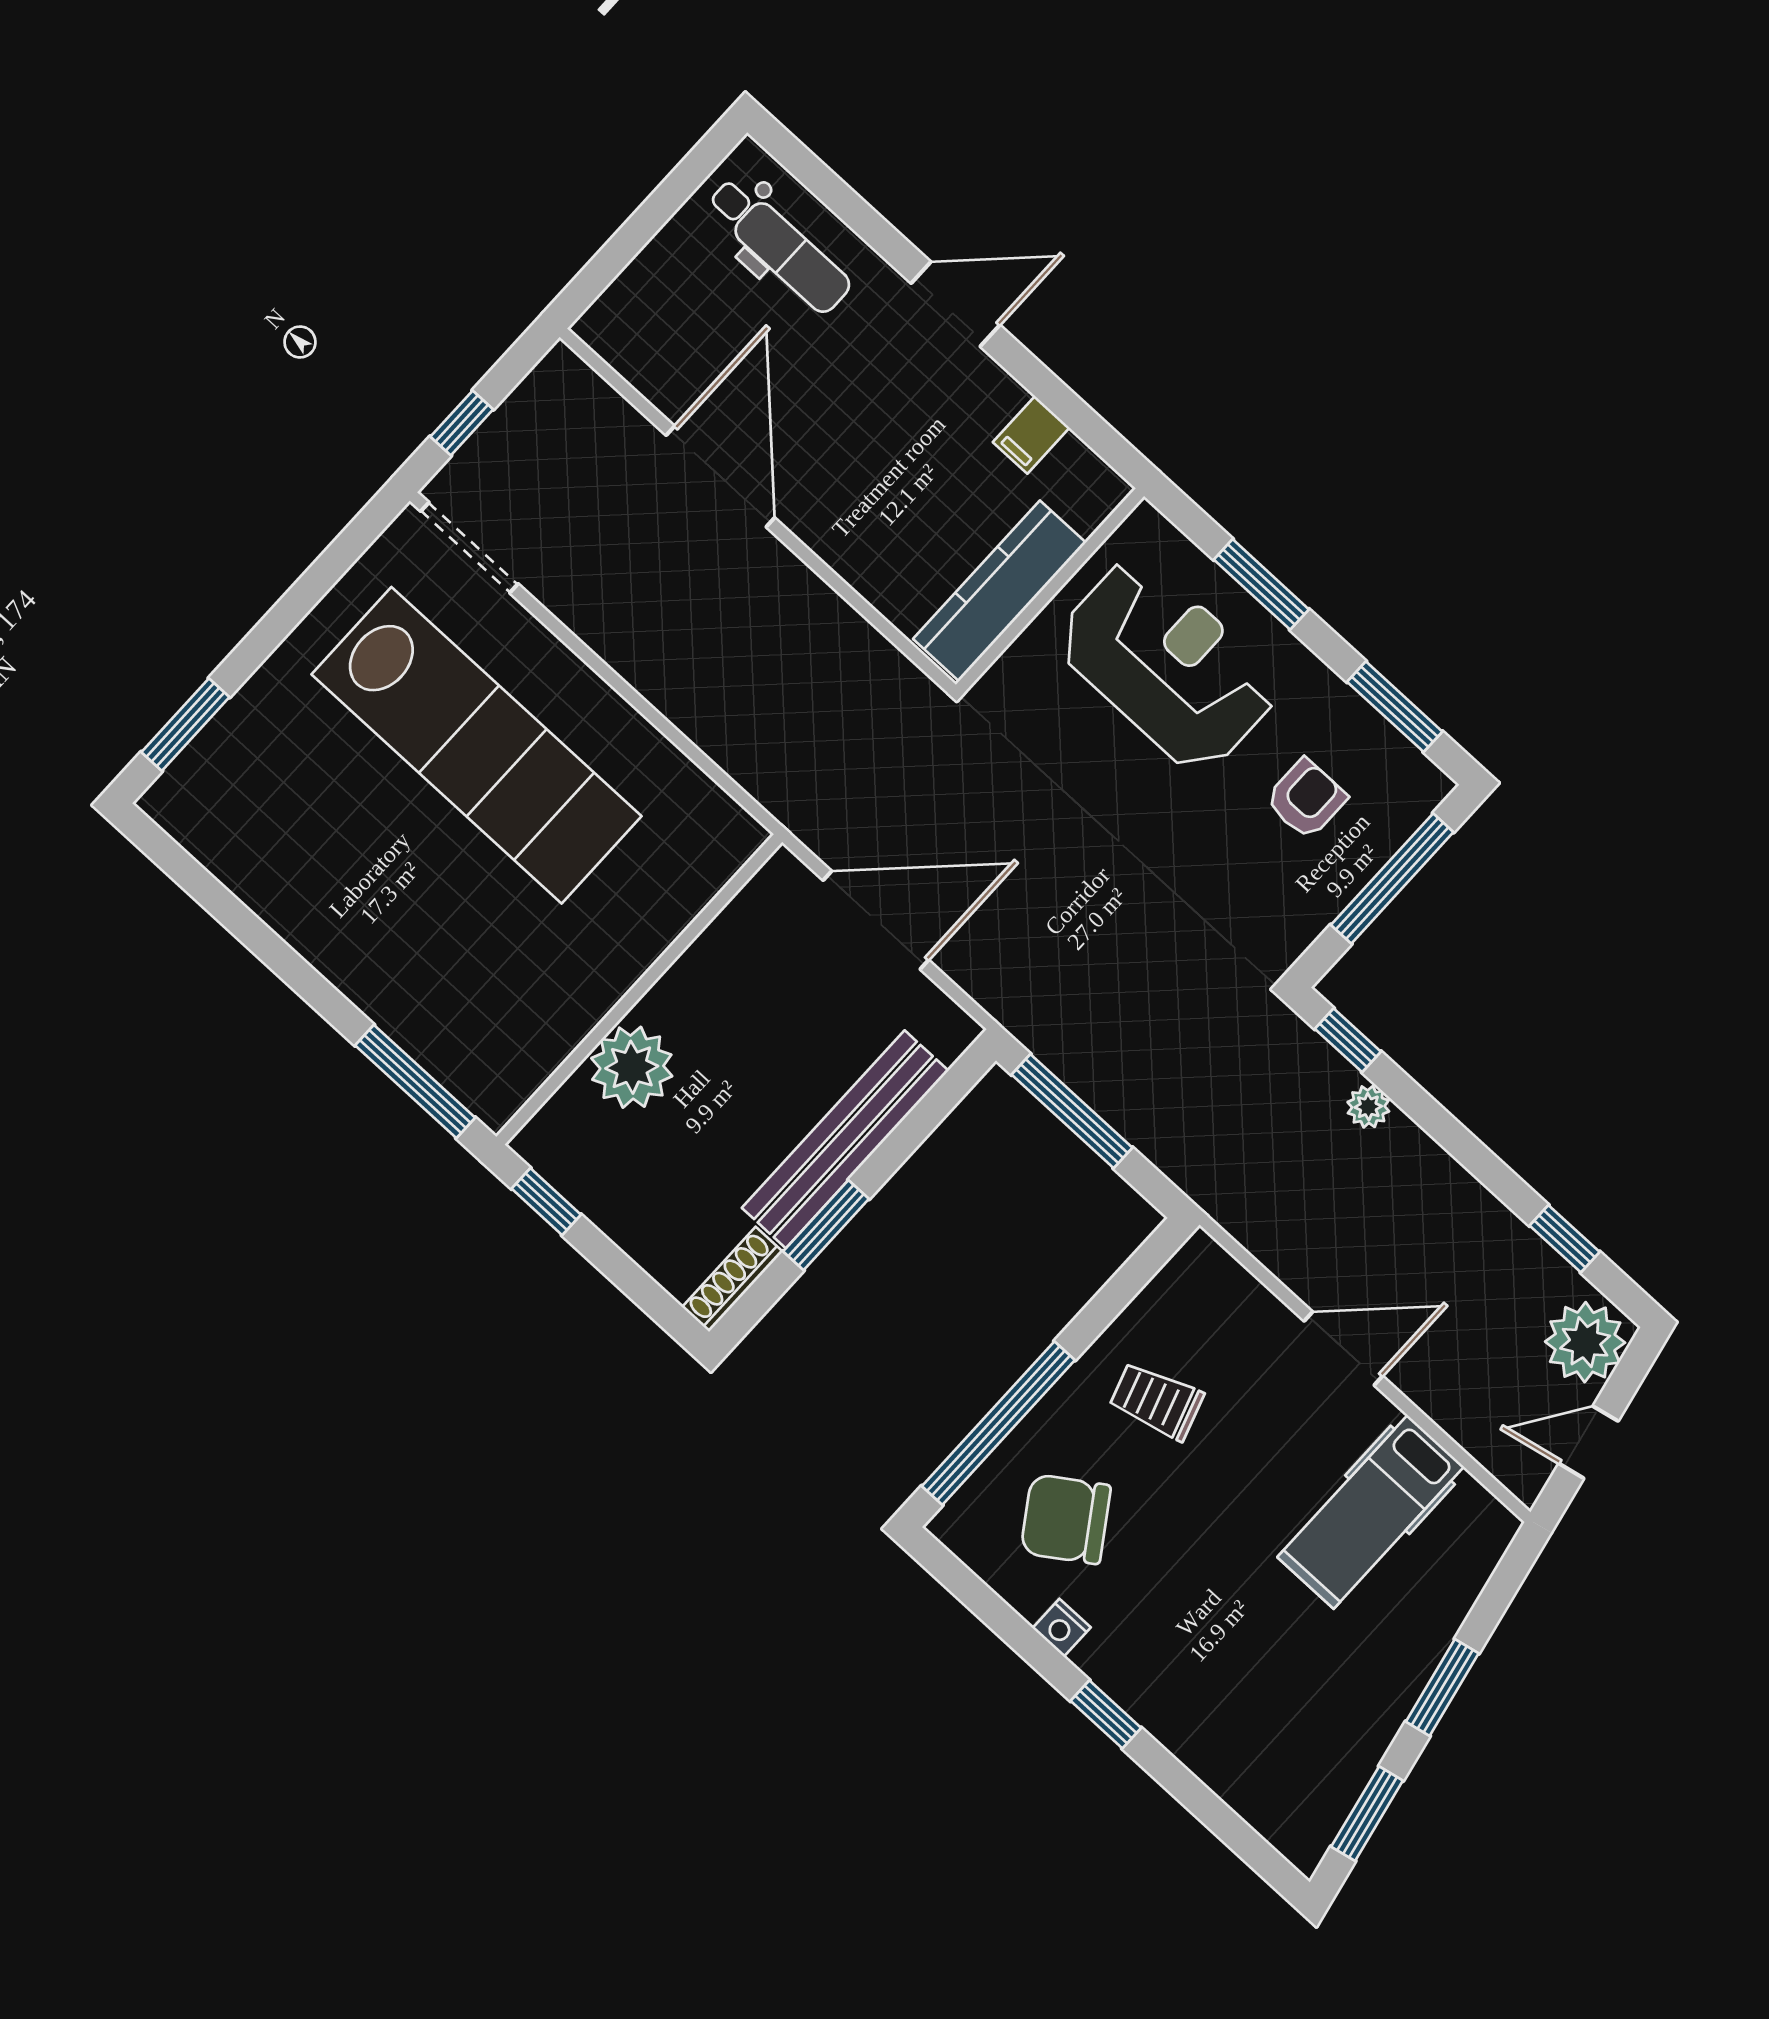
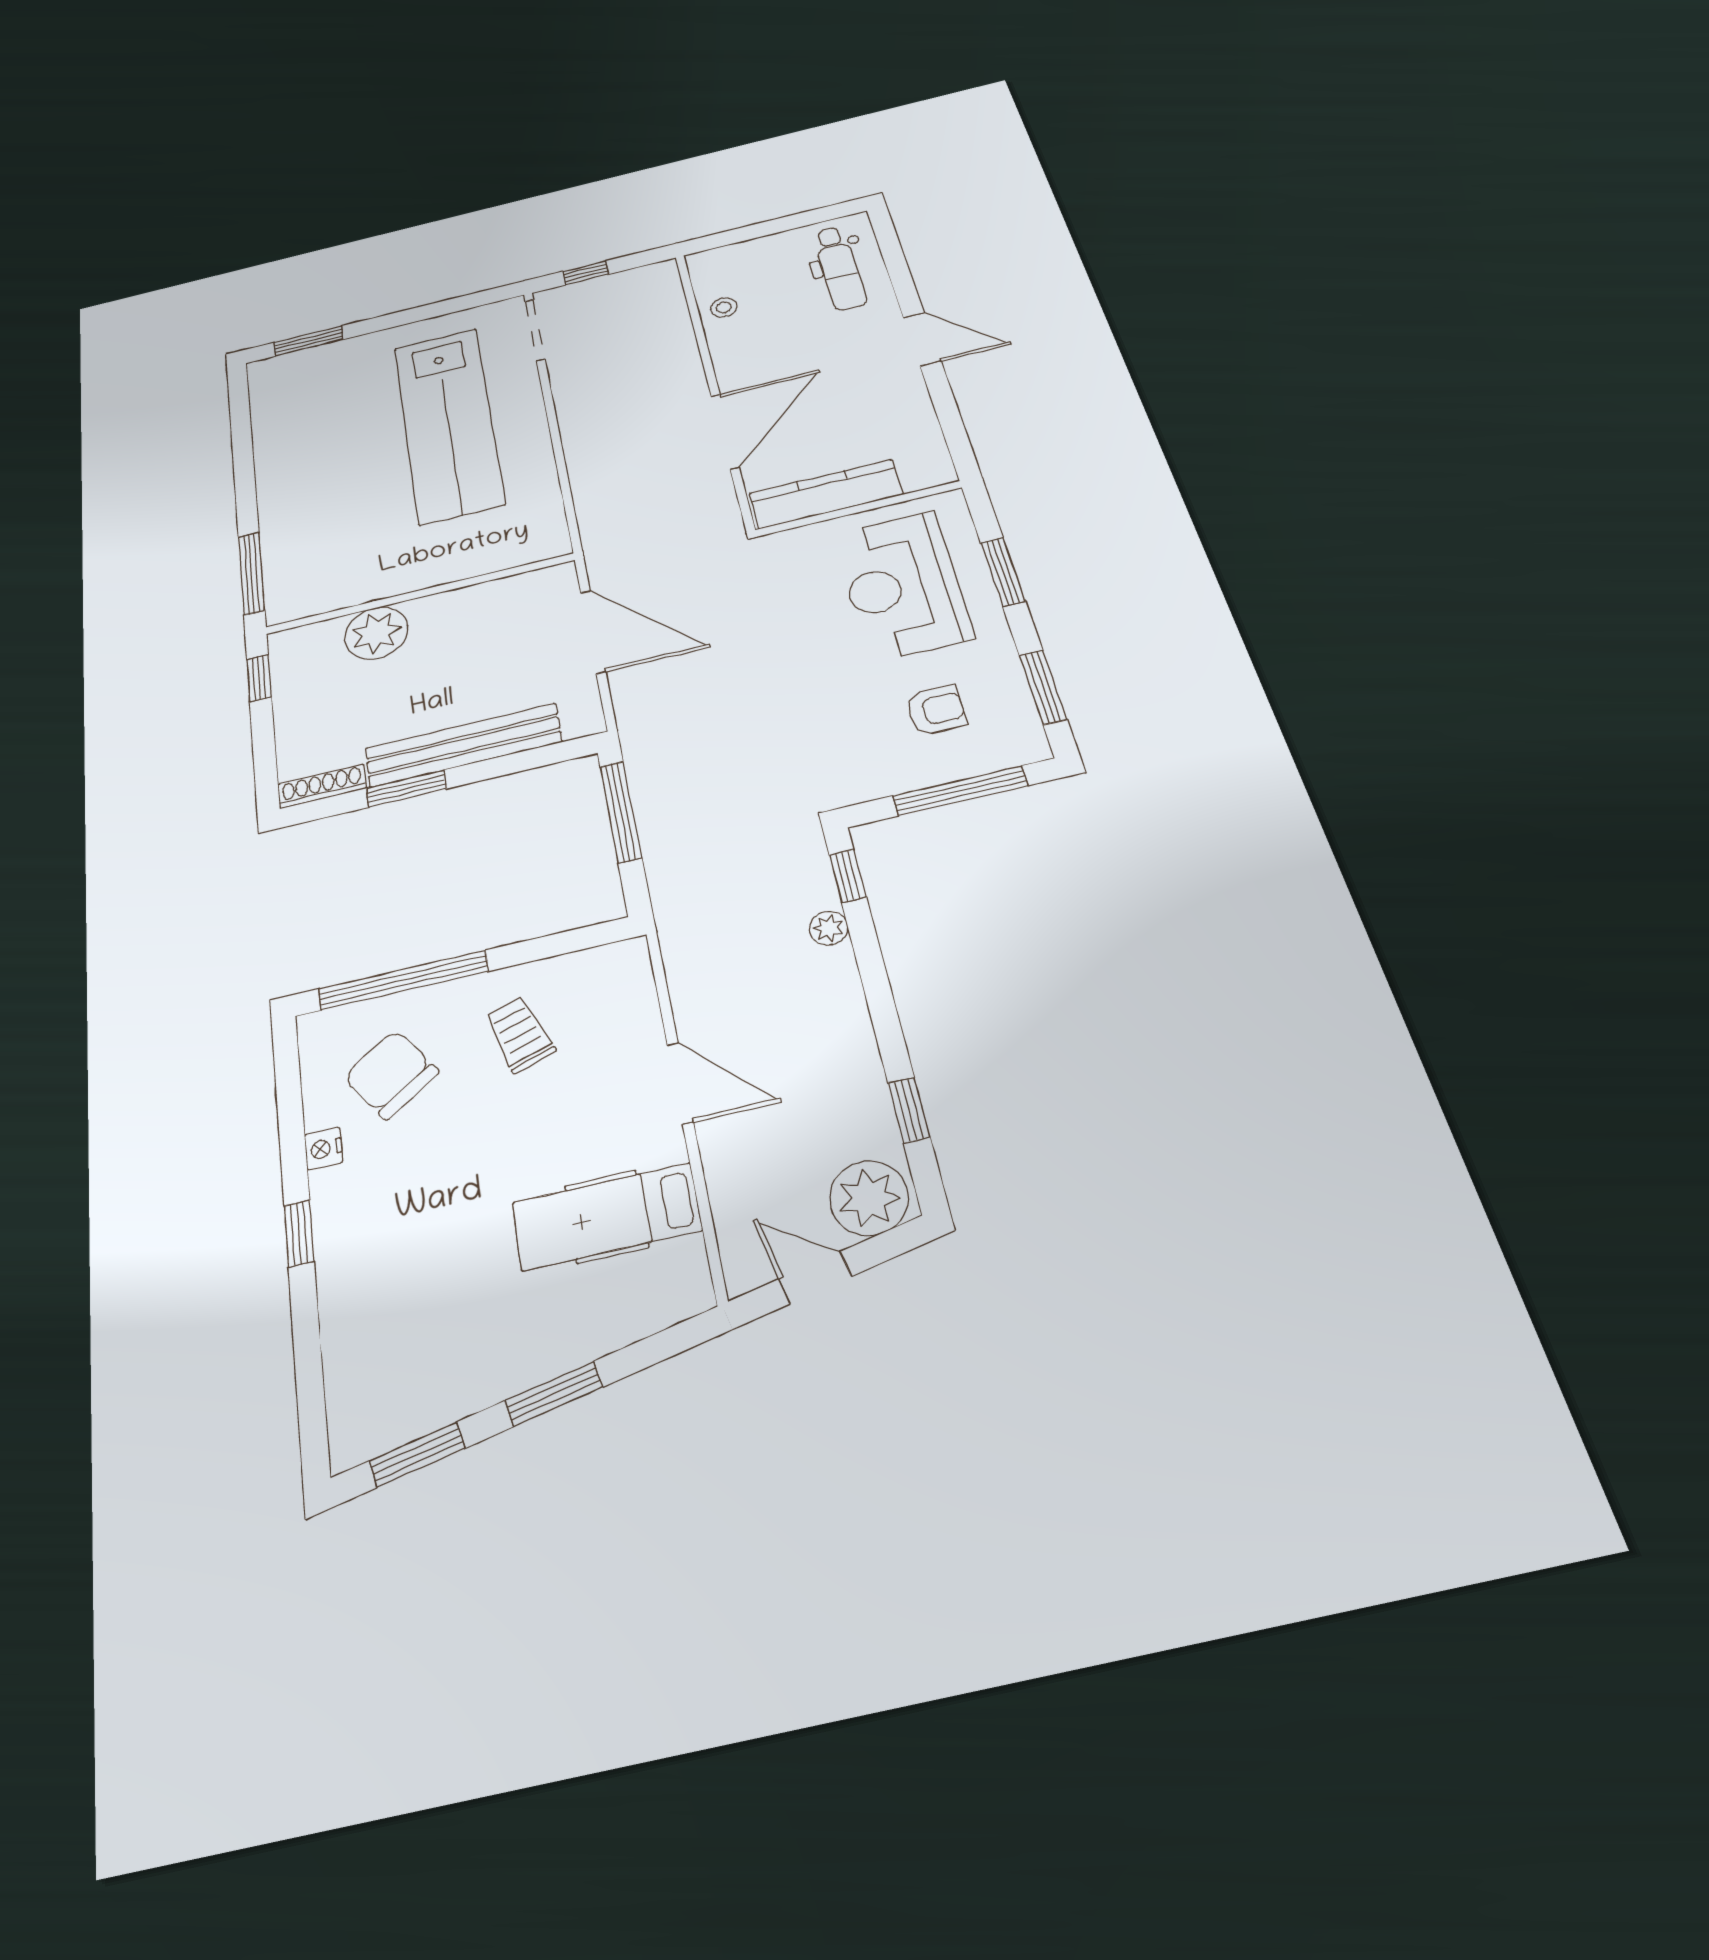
stool: (681, 384) -> (724, 307), added
filing cabinet: (1031, 435) -> (915, 424), removed
door: (720, 477) -> (725, 431), moved
reception desk: (1168, 664) -> (902, 586), turned 180

